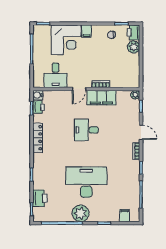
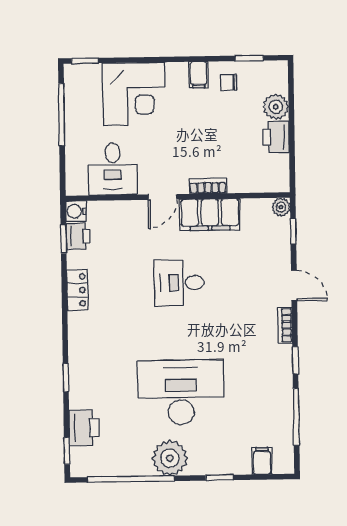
filing cabinet: (87, 31) -> (199, 75), moved
printer: (133, 32) -> (276, 137), moved
locker: (38, 138) -> (77, 290), width x0.66

